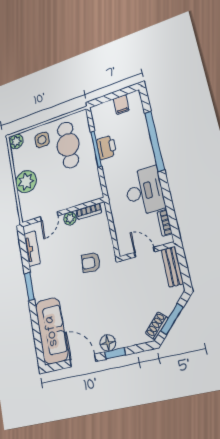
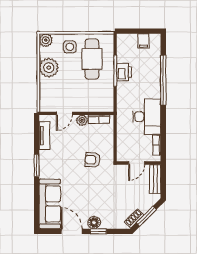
plant: (26, 182) -> (49, 68), moved
door: (144, 252) -> (137, 163), swing flipped

